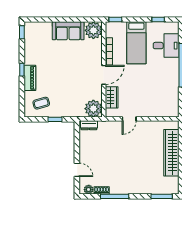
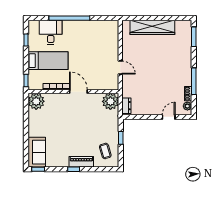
sofa: (68, 31) -> (37, 152), moved
wardrobe: (112, 97) -> (100, 84), removed

